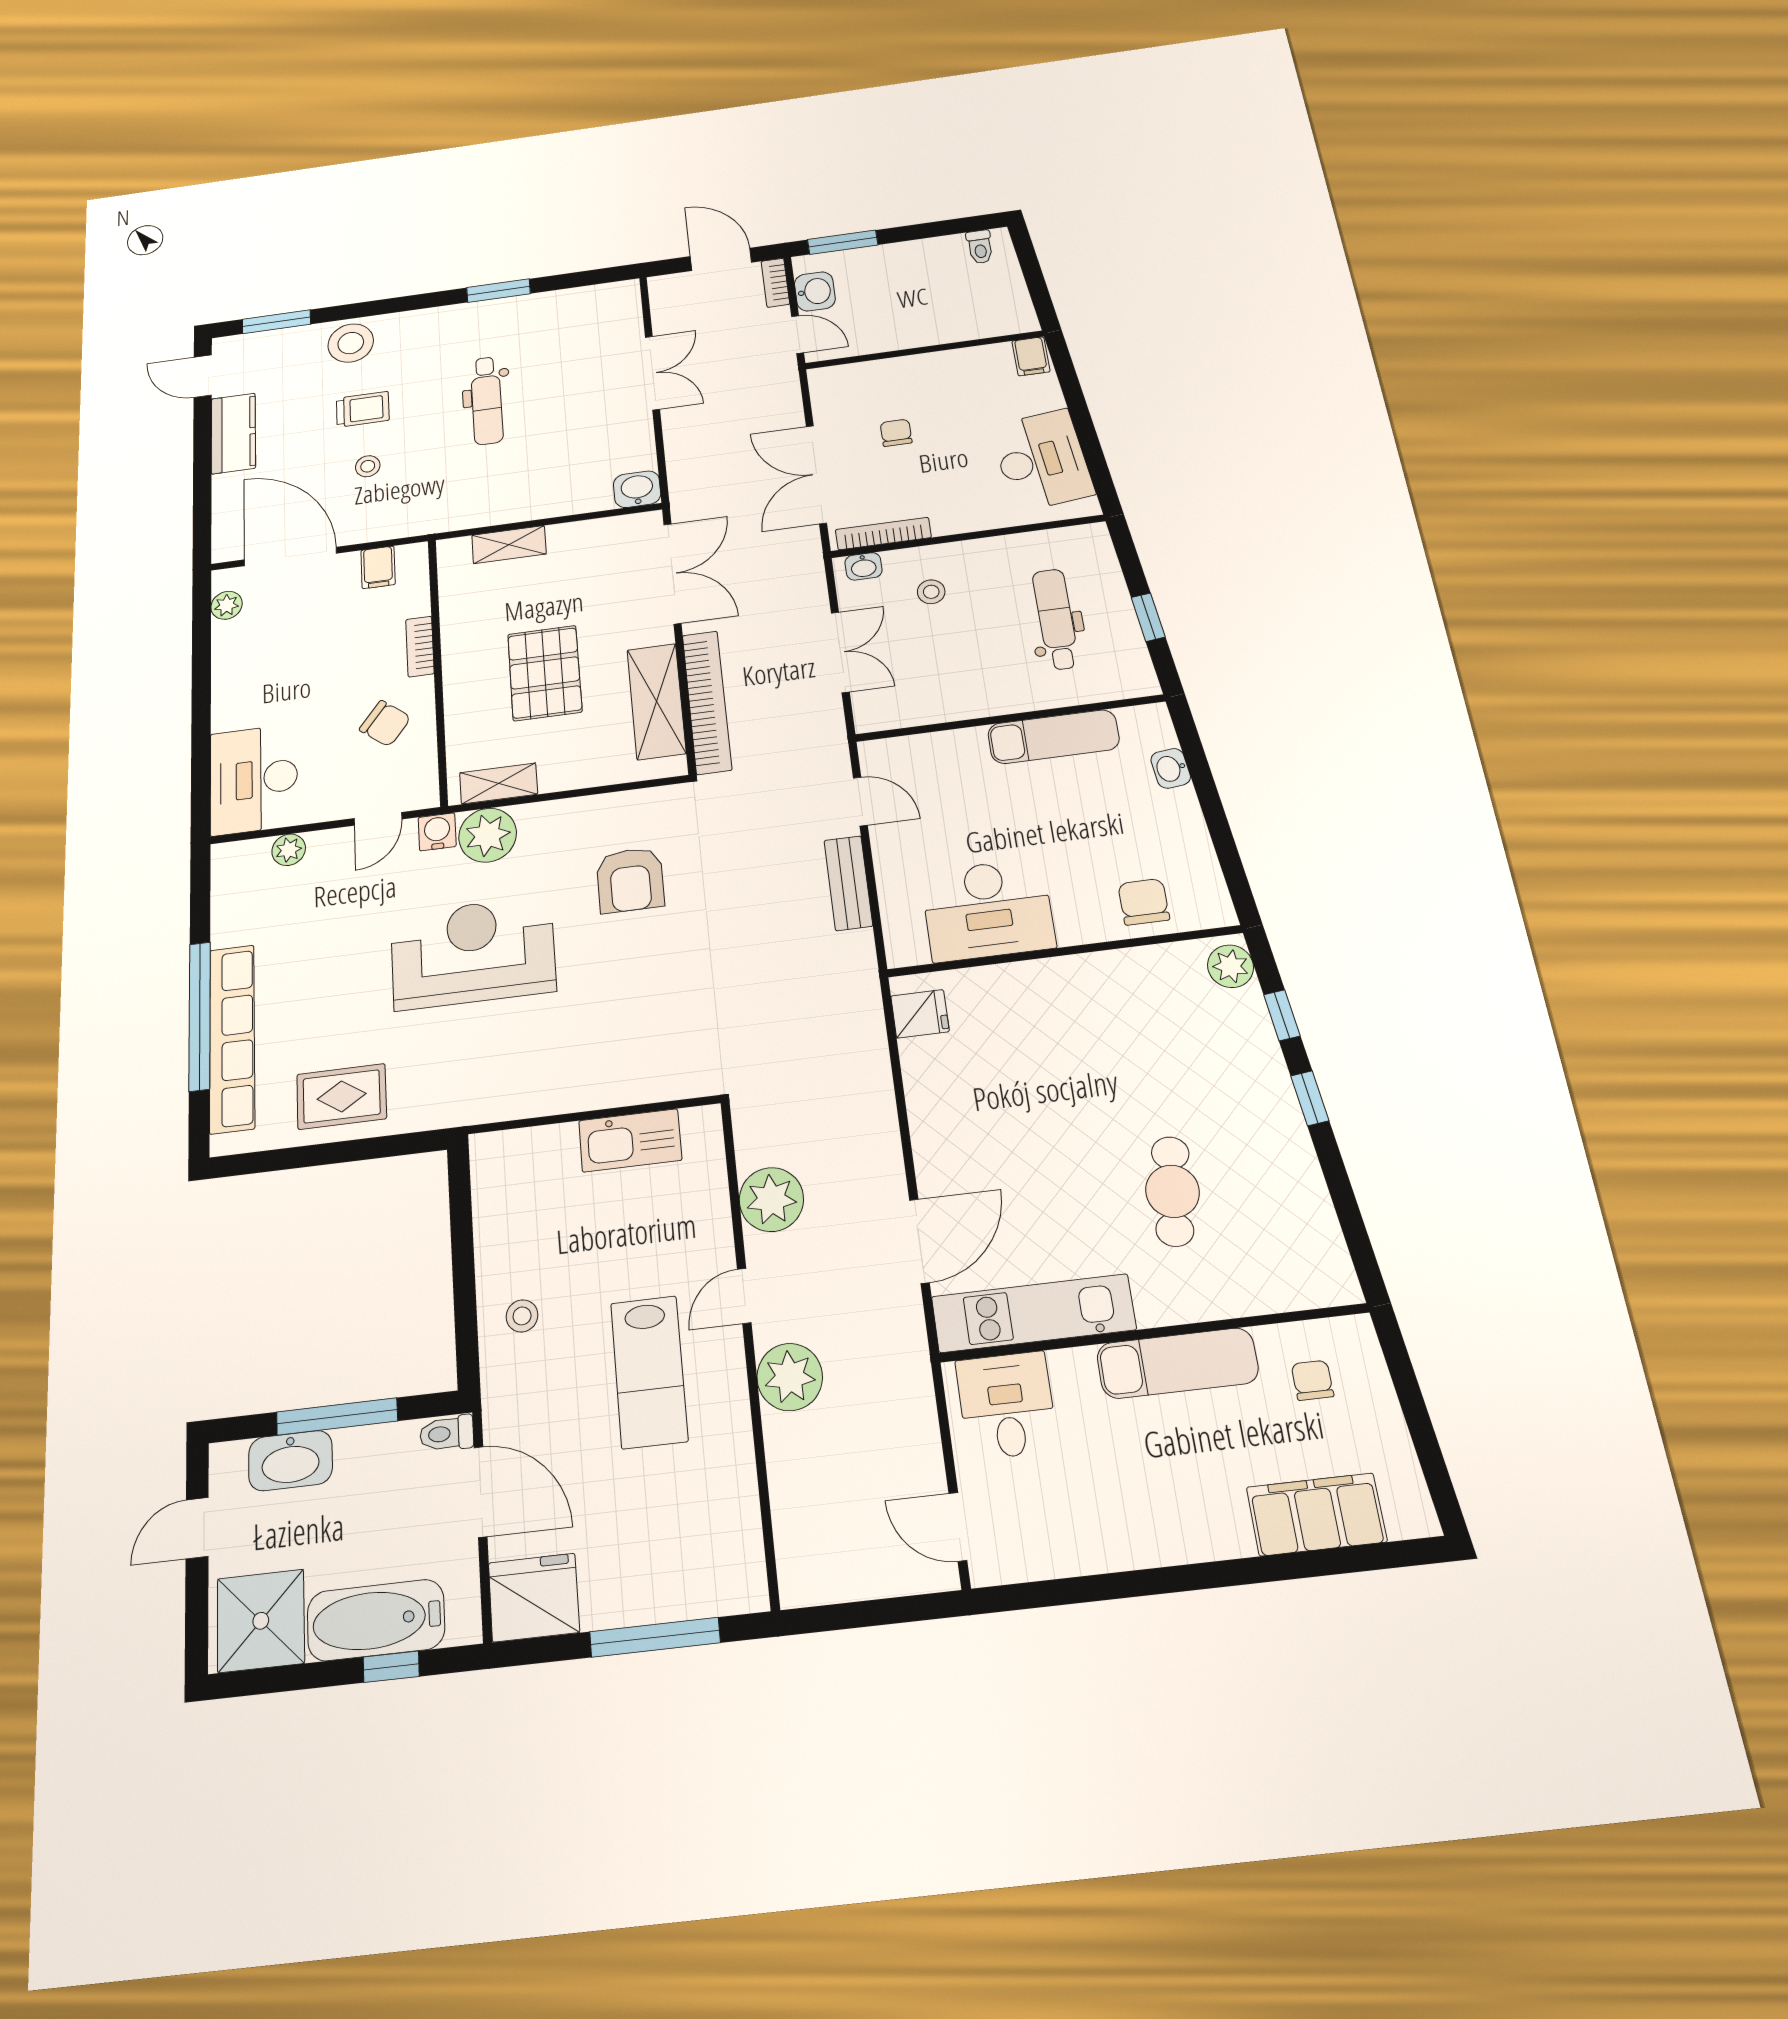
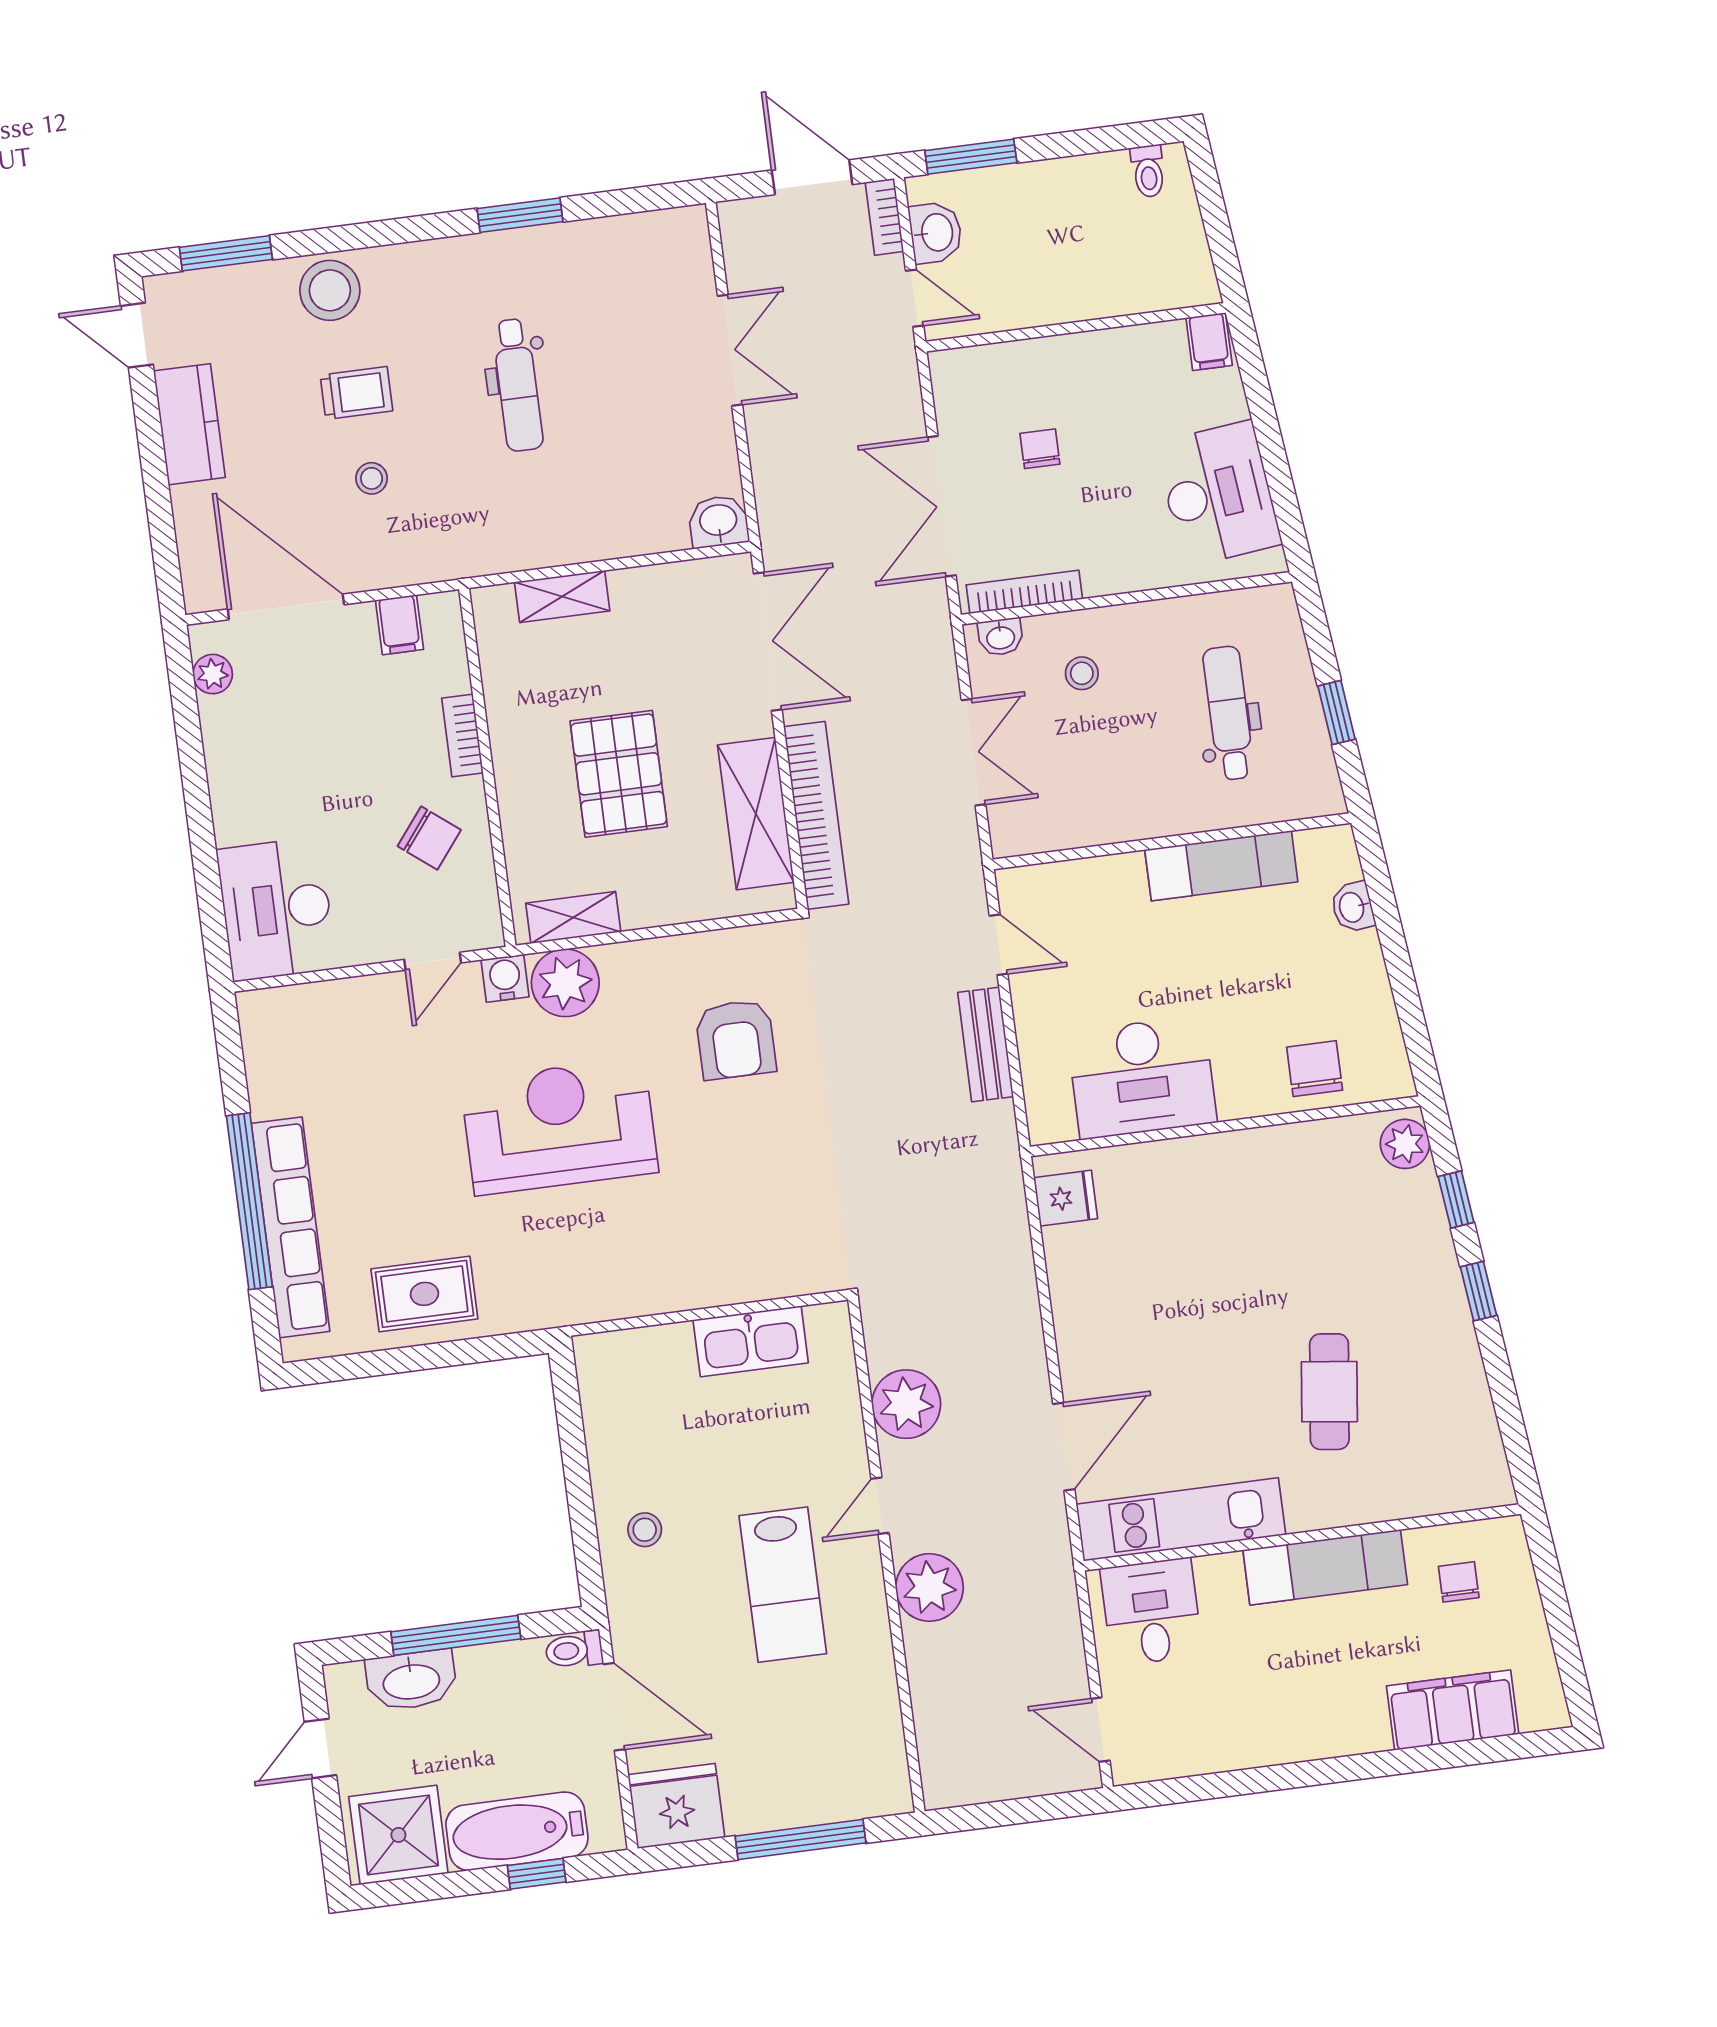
plant: (289, 850) -> (330, 999), removed

